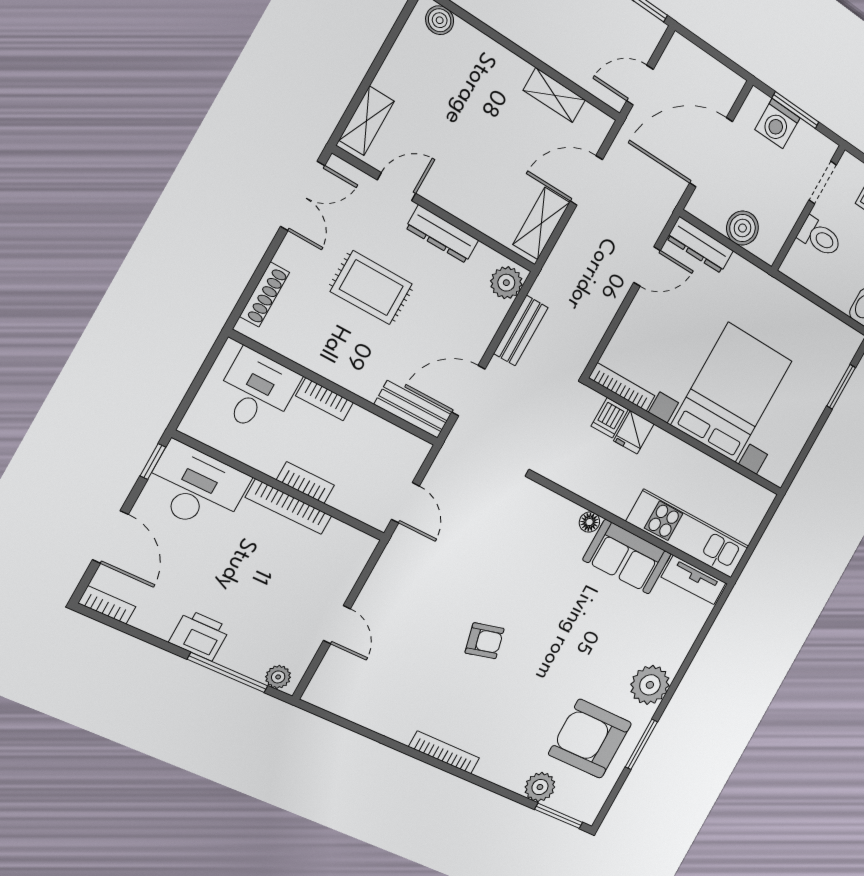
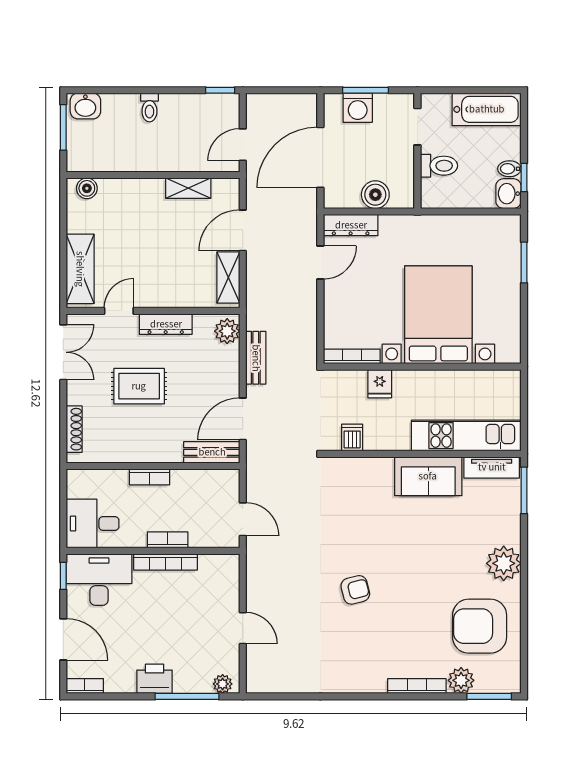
shelving: (367, 121) -> (80, 269), width x1.50, depth x1.33
desk: (256, 391) -> (93, 524), moved, turned -90
dishwasher: (610, 418) -> (352, 438), moved, turned 180
floor lamp: (589, 522) -> (384, 465), removed
window: (641, 744) -> (524, 490), moved
bookcase: (444, 752) -> (417, 686), moved

